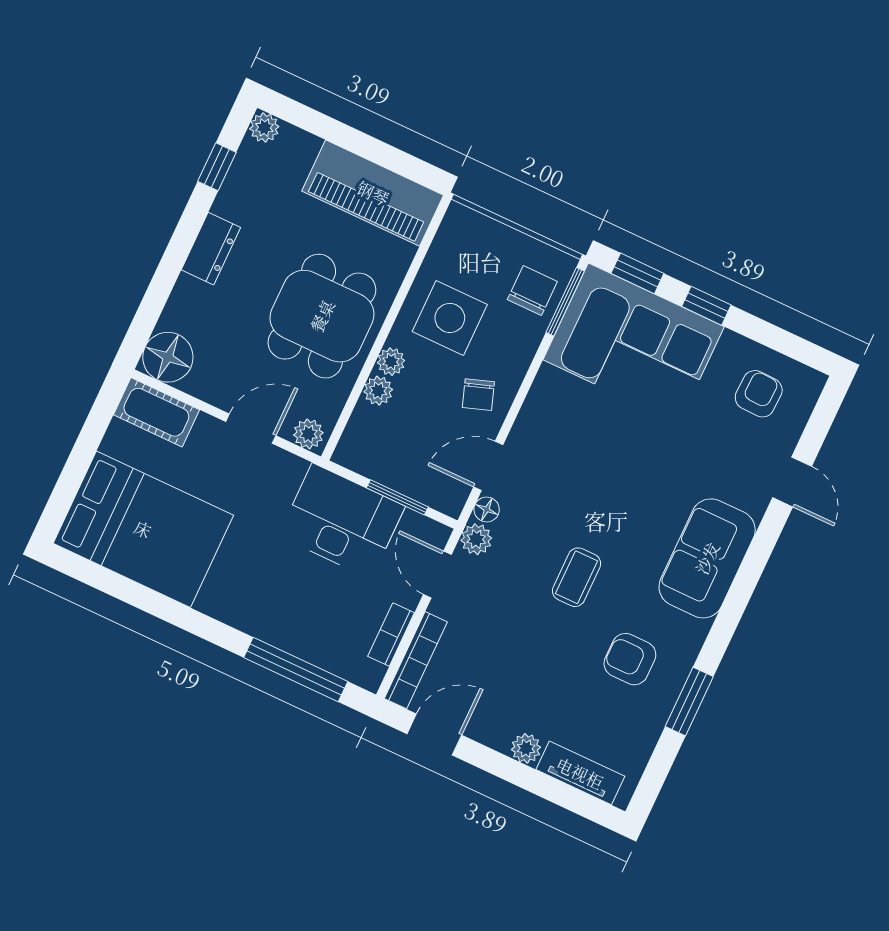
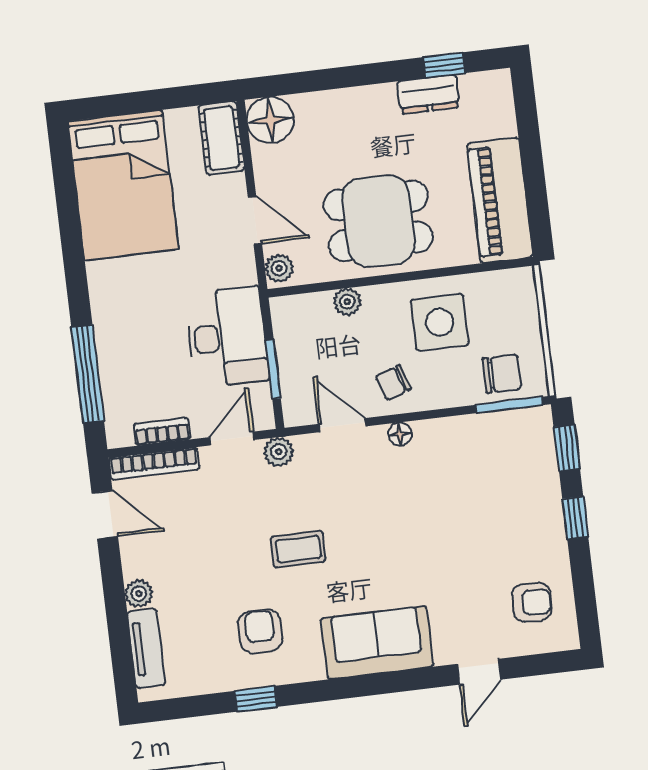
plant: (264, 128) -> (498, 83), removed
dresser: (211, 249) -> (428, 94), moved
corner sofa: (634, 343) -> (510, 479), removed
plant: (391, 362) -> (376, 298), removed
floor lamp: (487, 509) -> (400, 434), moved
window: (689, 701) -> (256, 699), width x0.67

